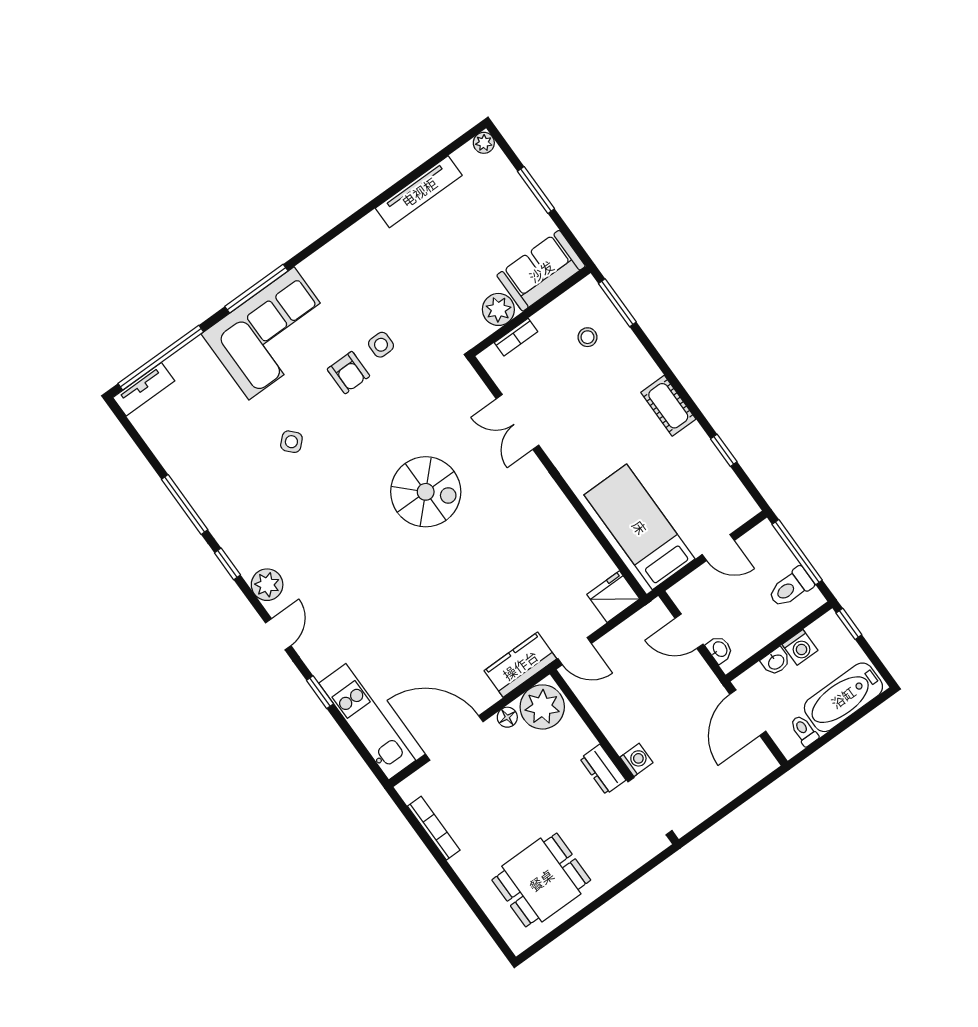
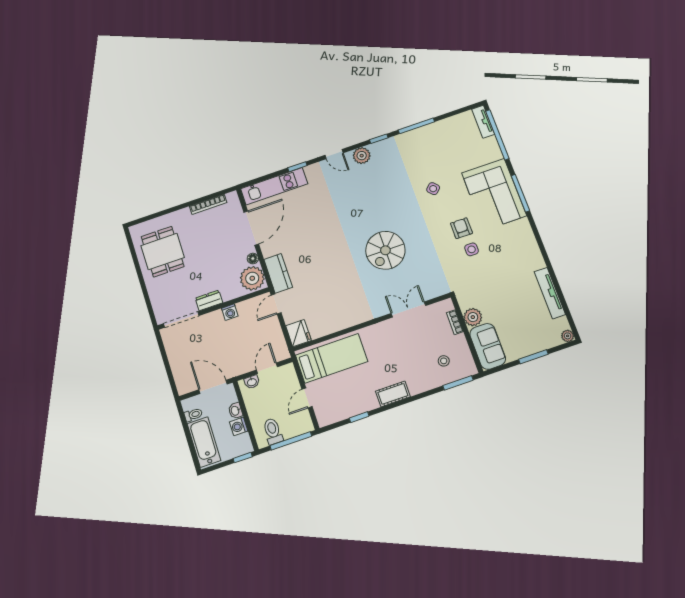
armchair: (348, 373) -> (461, 228), turned 90
washing machine: (636, 760) -> (230, 312), moved

